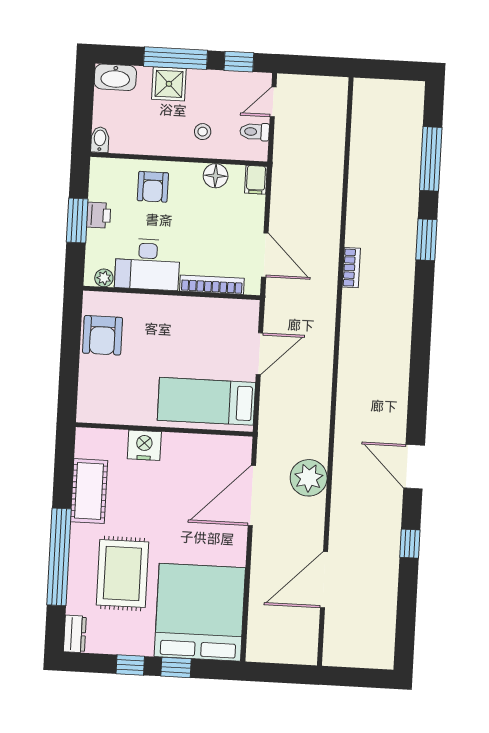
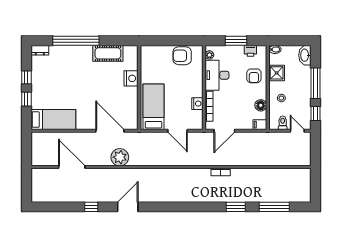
shower: (169, 84) -> (277, 73), moved
armchair: (153, 187) -> (254, 76), turned -90
printer: (99, 215) -> (250, 51), moved
nightstand: (205, 309) -> (197, 104), added
rug: (122, 573) -> (70, 71), removed
bed: (200, 612) -> (53, 120), width x0.49

